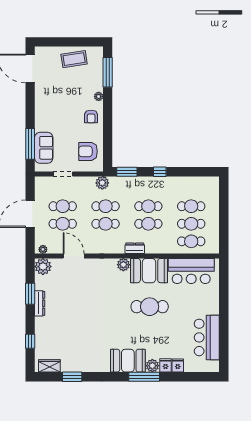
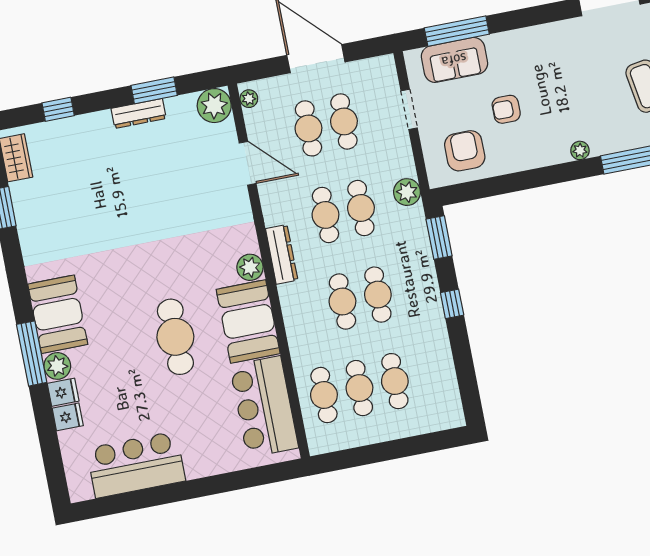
armchair: (91, 117) -> (506, 109), moved
dresser: (135, 248) -> (282, 254), moved, width x1.44
door: (74, 256) -> (248, 163), hinge flipped

